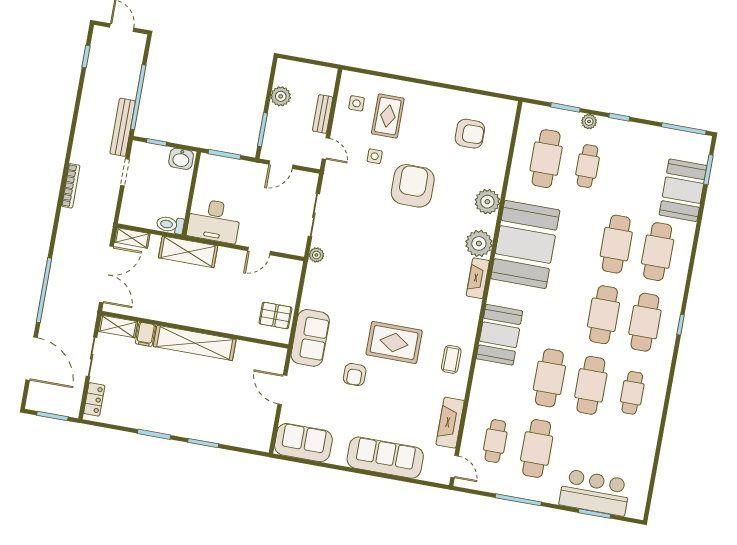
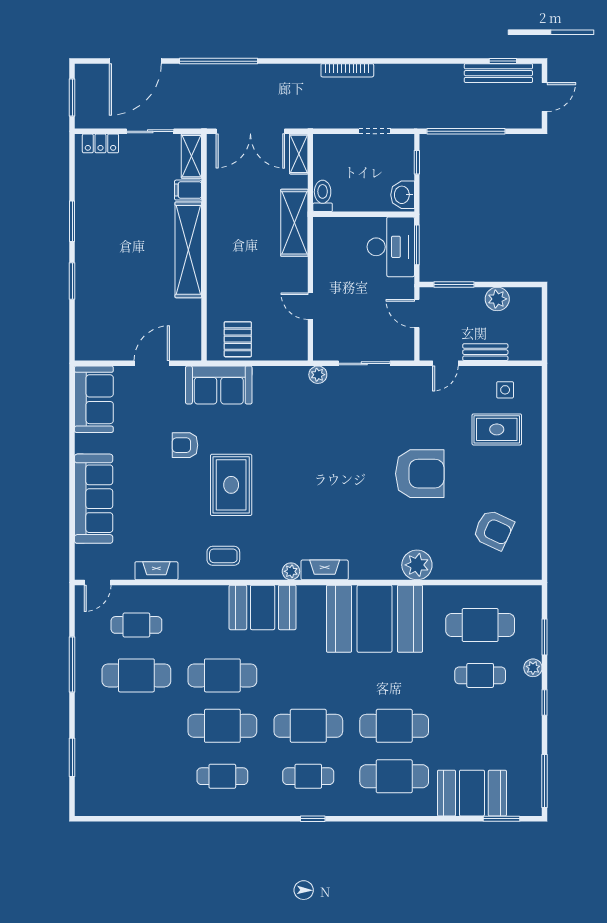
bench: (123, 127) -> (498, 73), moved
armchair: (470, 134) -> (493, 530), turned -65
side table: (375, 156) -> (447, 422), removed
desk: (214, 221) -> (391, 247), moved, turned 180
plant: (479, 243) -> (291, 571), moved, width x0.53, depth x0.53
cafe table: (645, 322) -> (308, 776), width x0.73, depth x0.74
fireplace: (450, 423) -> (156, 571), width x0.73, depth x0.76
bar counter: (595, 492) -> (97, 753), removed

